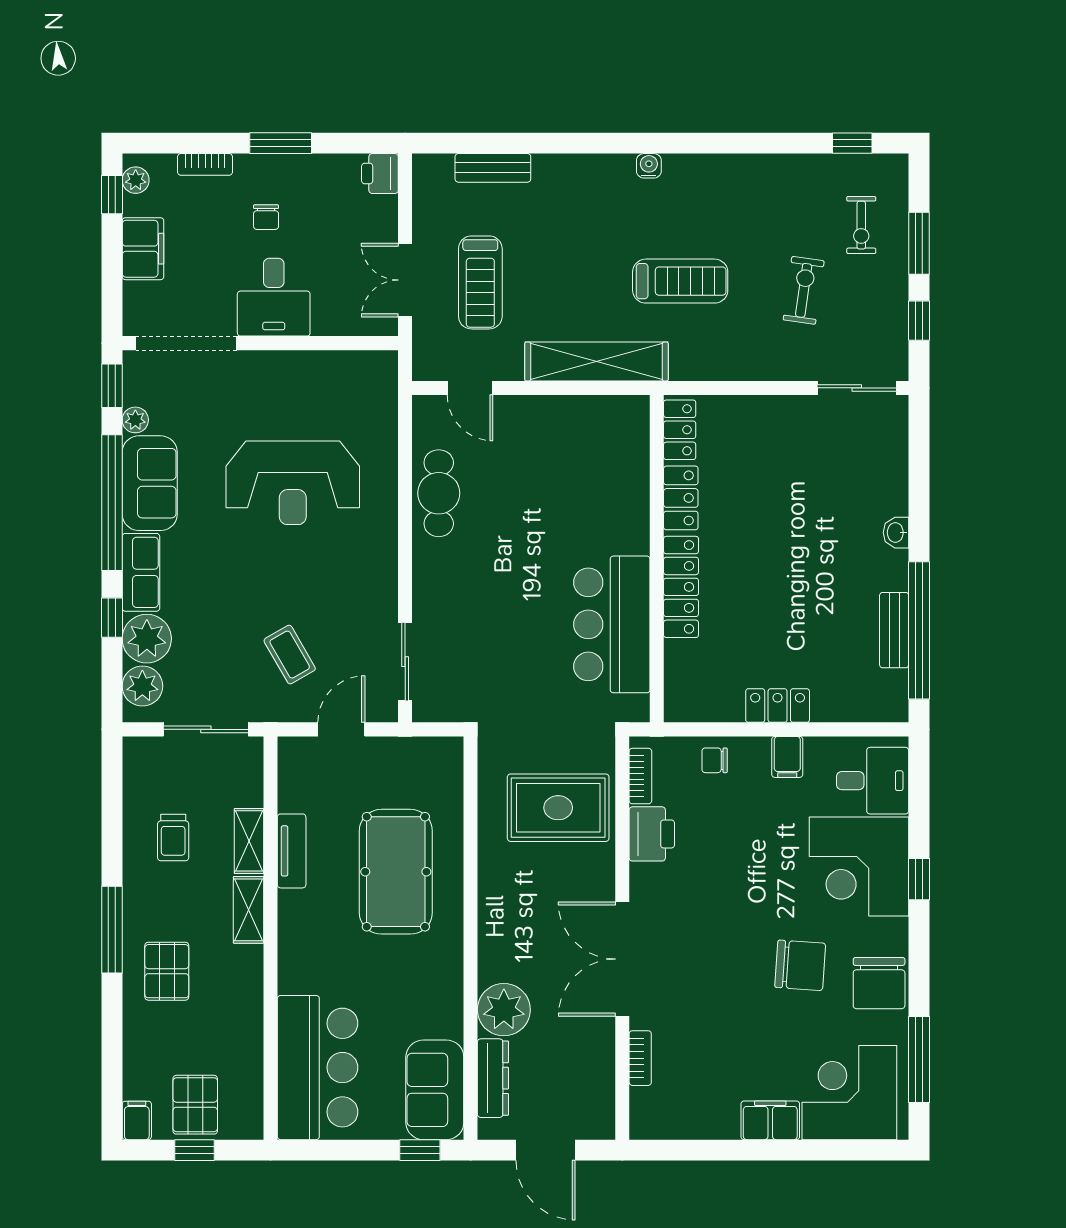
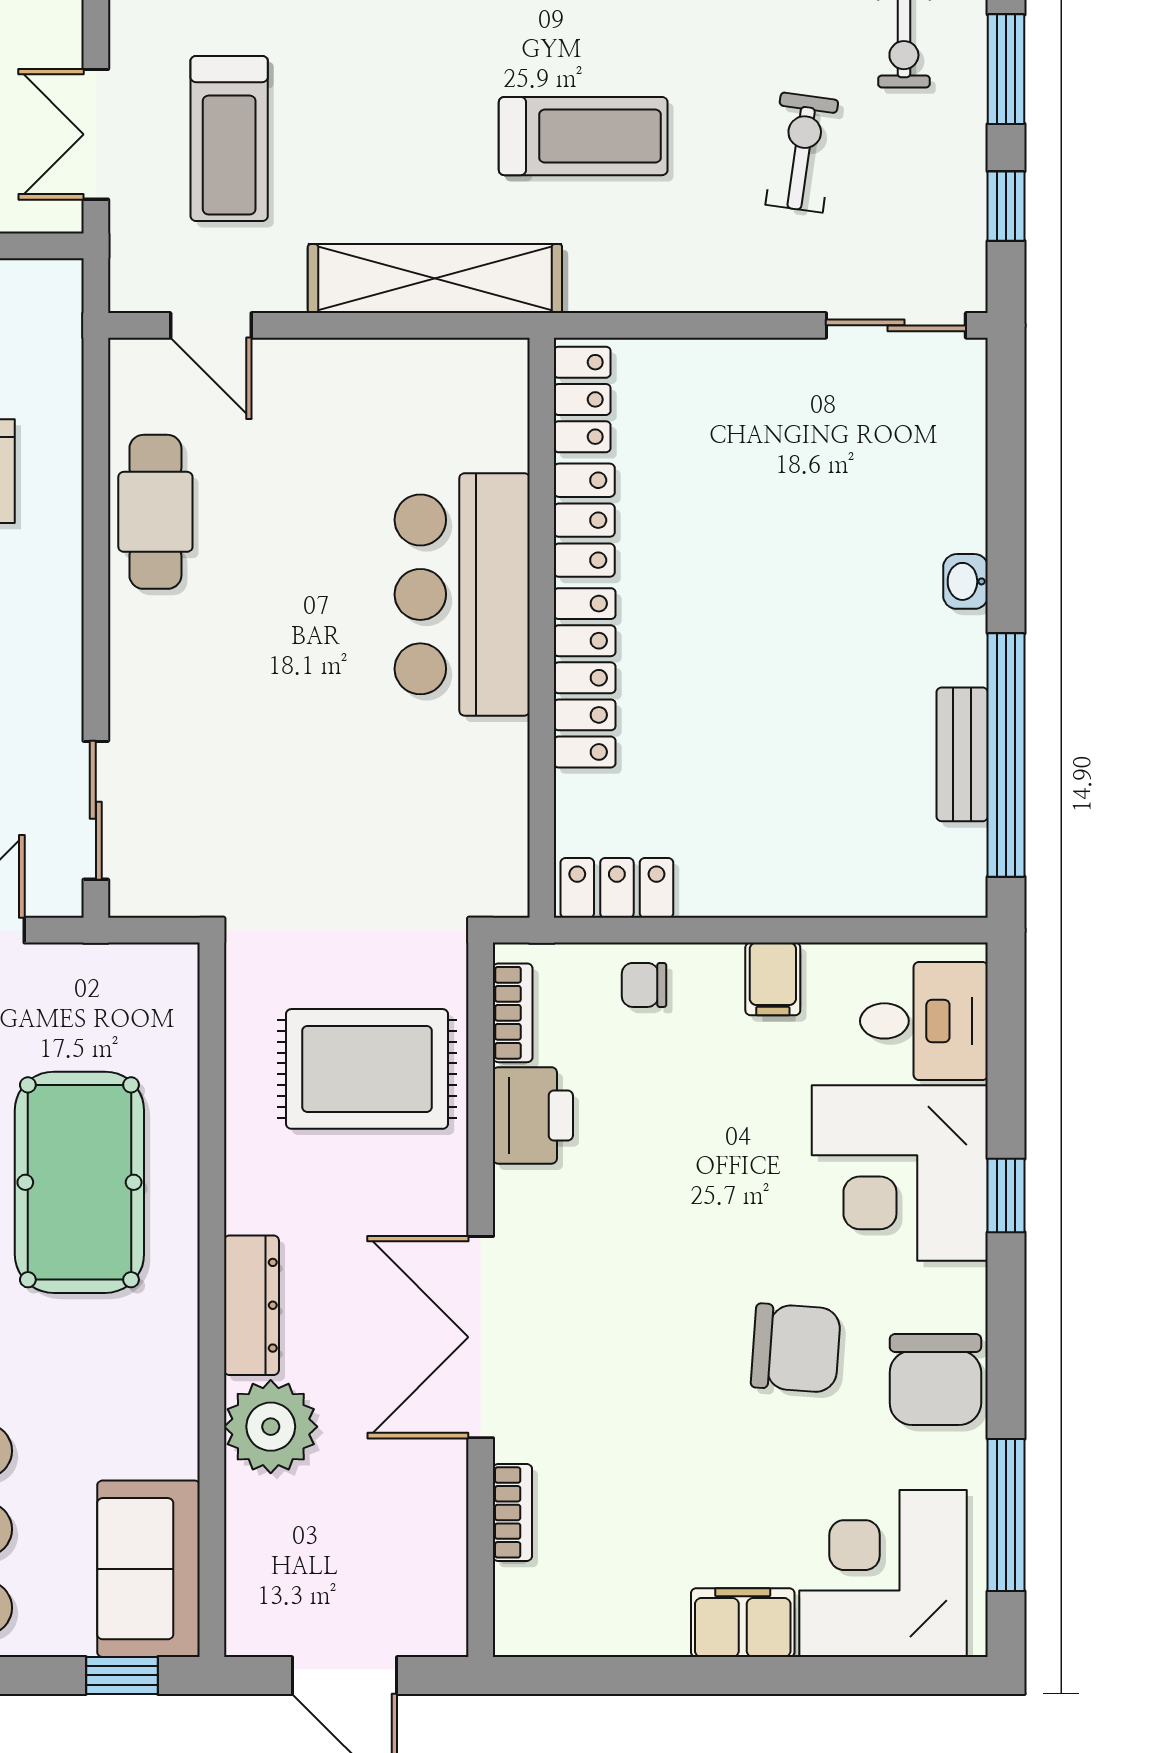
bar counter: (612, 624) -> (462, 594), moved
locker: (778, 706) -> (617, 888), moved
dresser: (493, 1078) -> (251, 1305), moved

